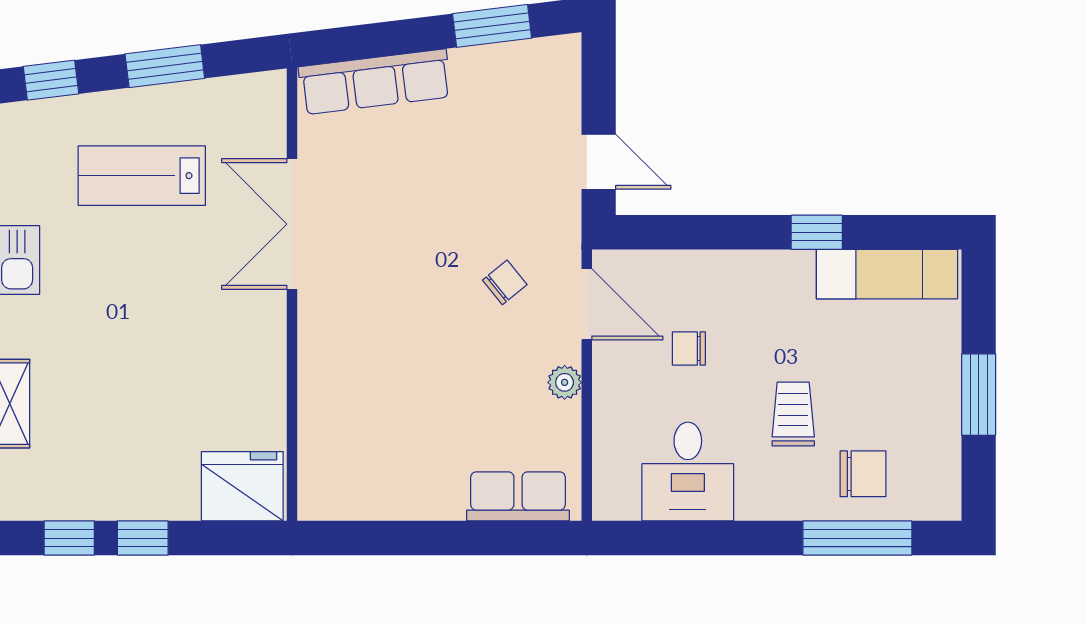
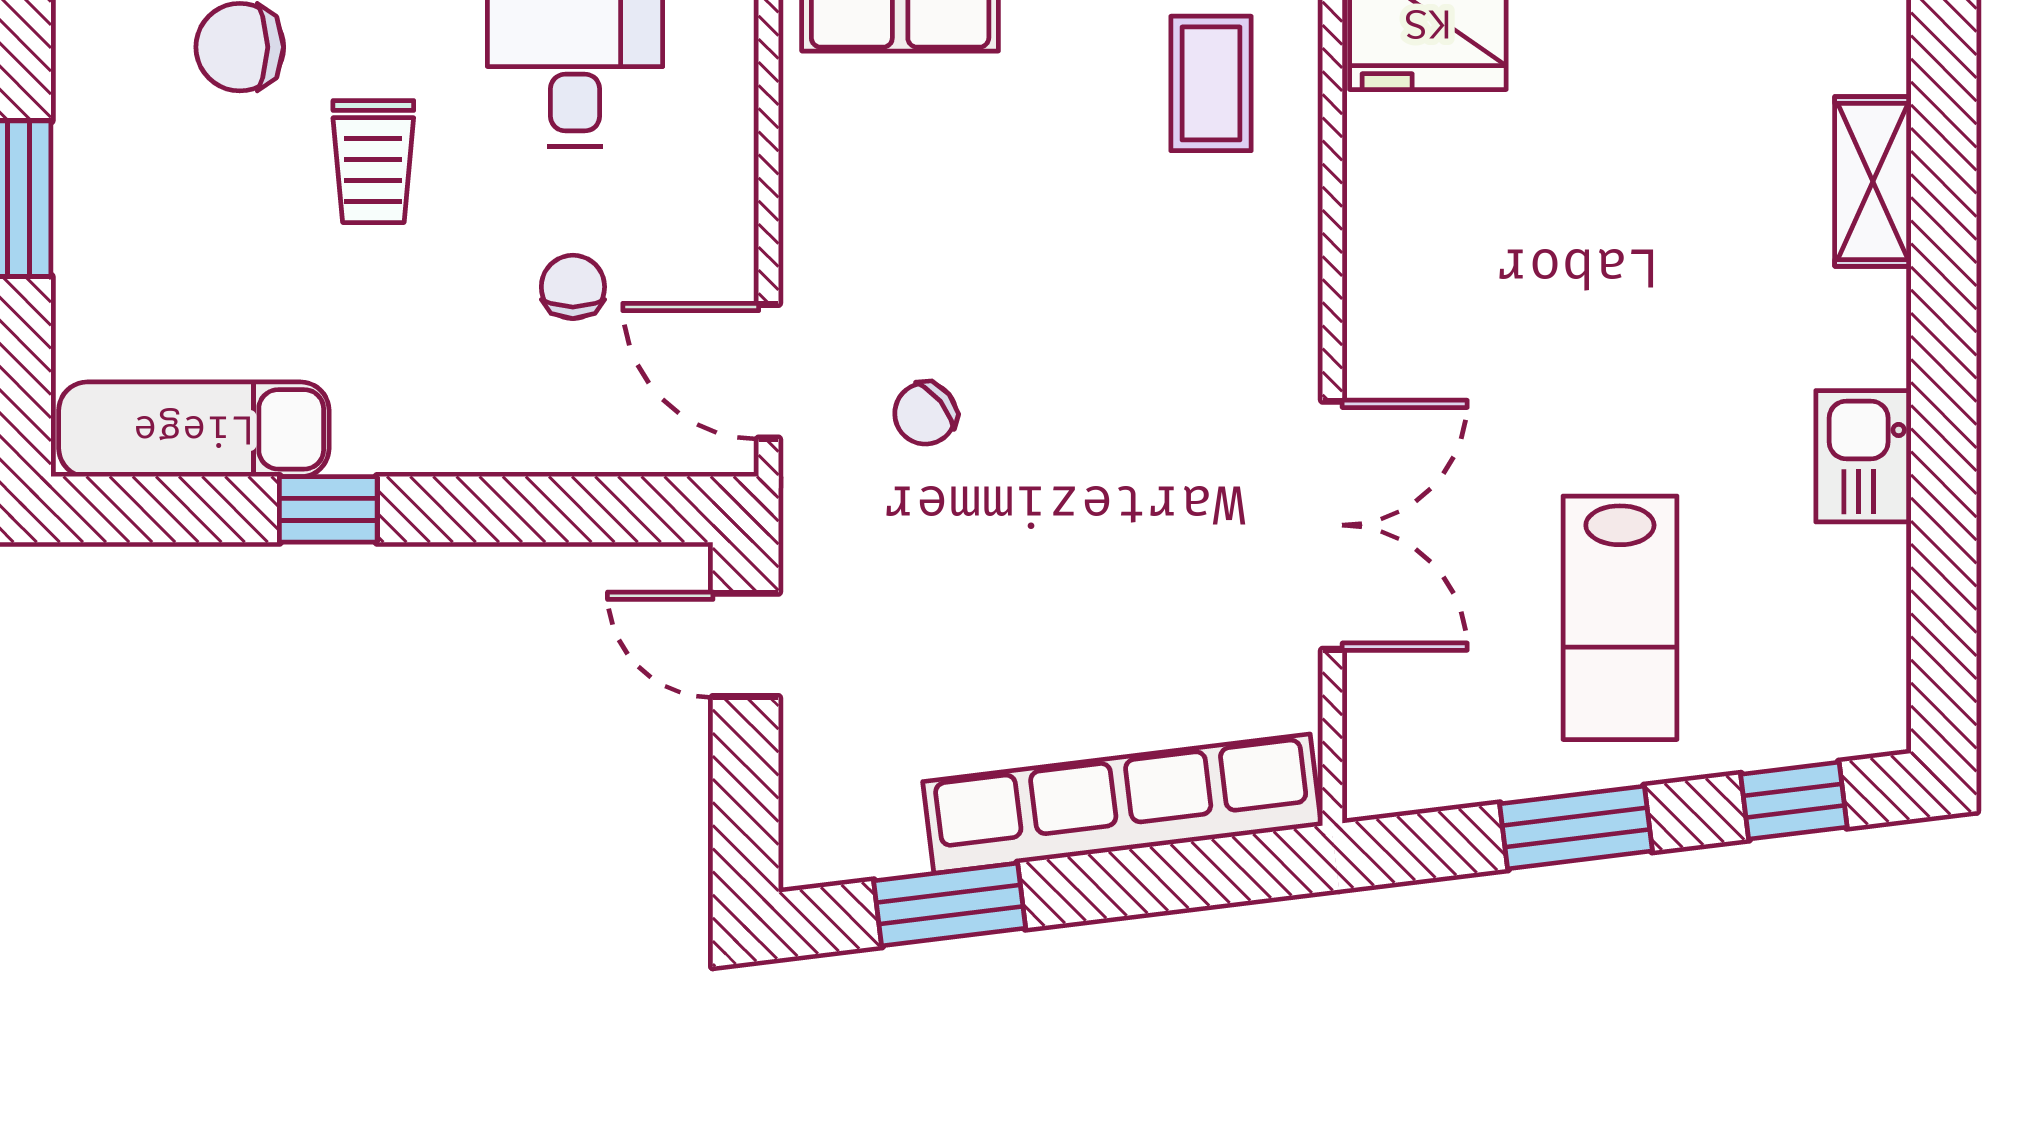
row of seats: (375, 82) -> (1122, 804), width x1.36
lab bench: (142, 176) -> (1620, 618), turned 90
chair: (689, 349) -> (573, 287), turned -90
plant: (565, 382) -> (811, 222), removed
coffee table: (356, 455) -> (1211, 83), added

